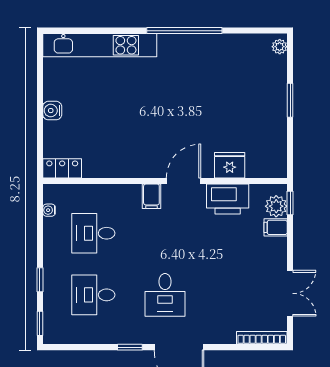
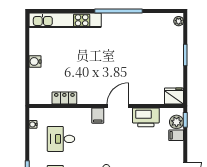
fridge: (230, 165) -> (174, 96), moved
locker: (62, 168) -> (64, 98), moved

